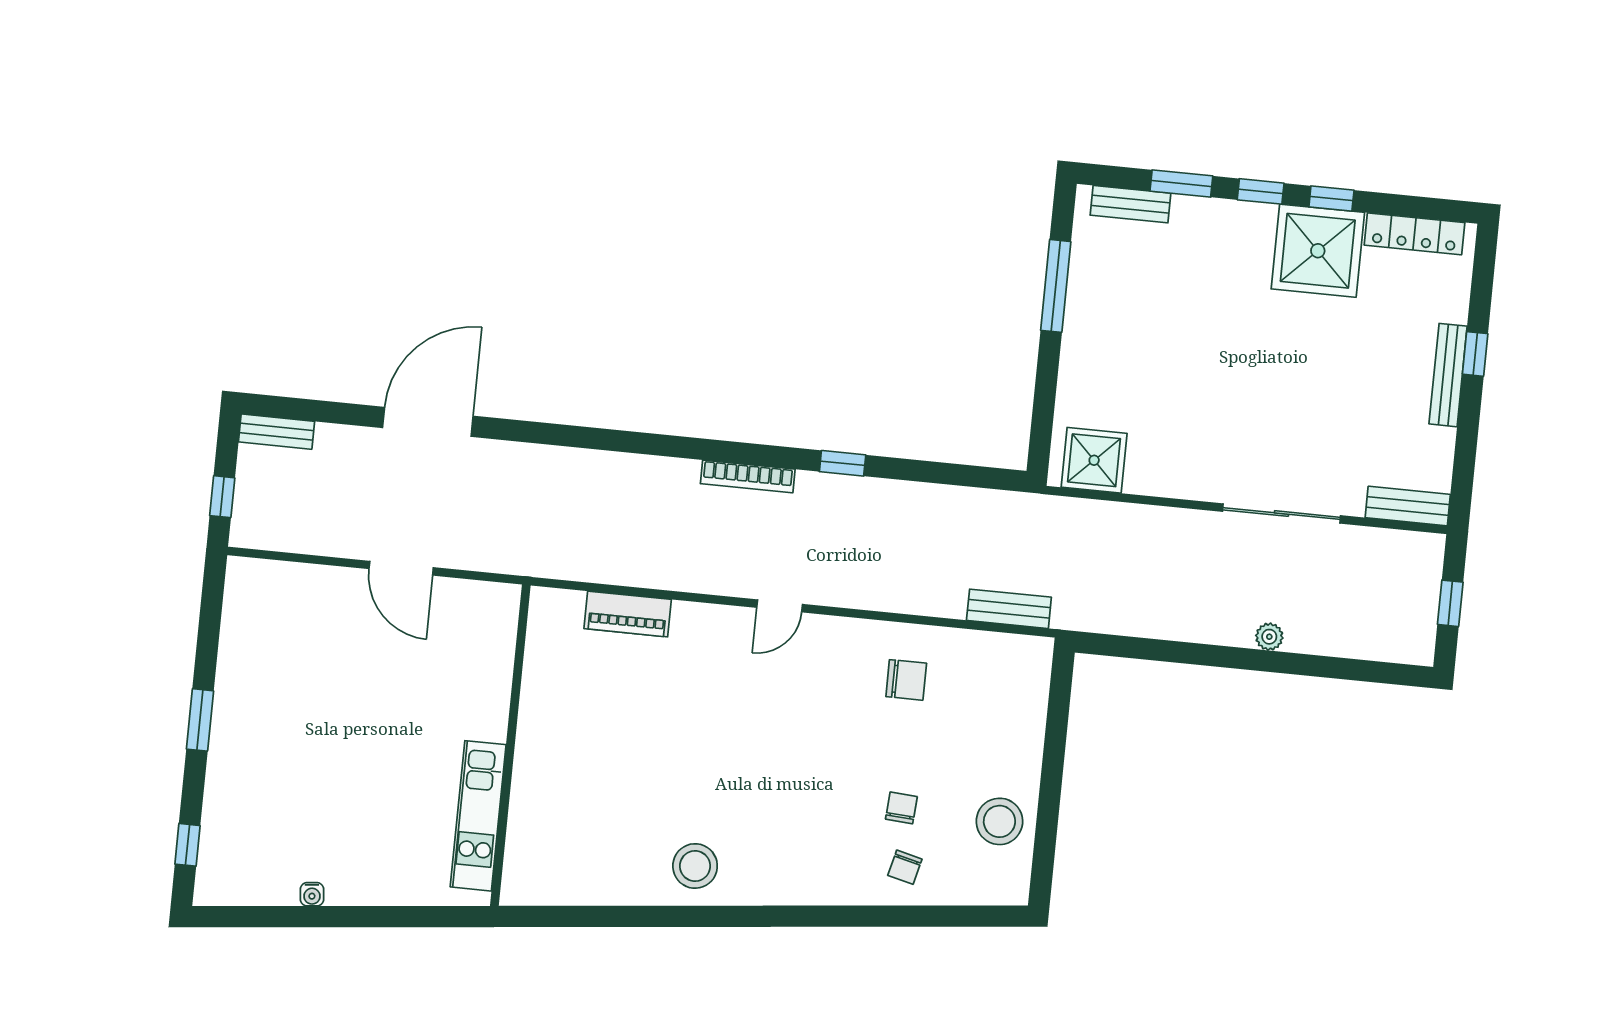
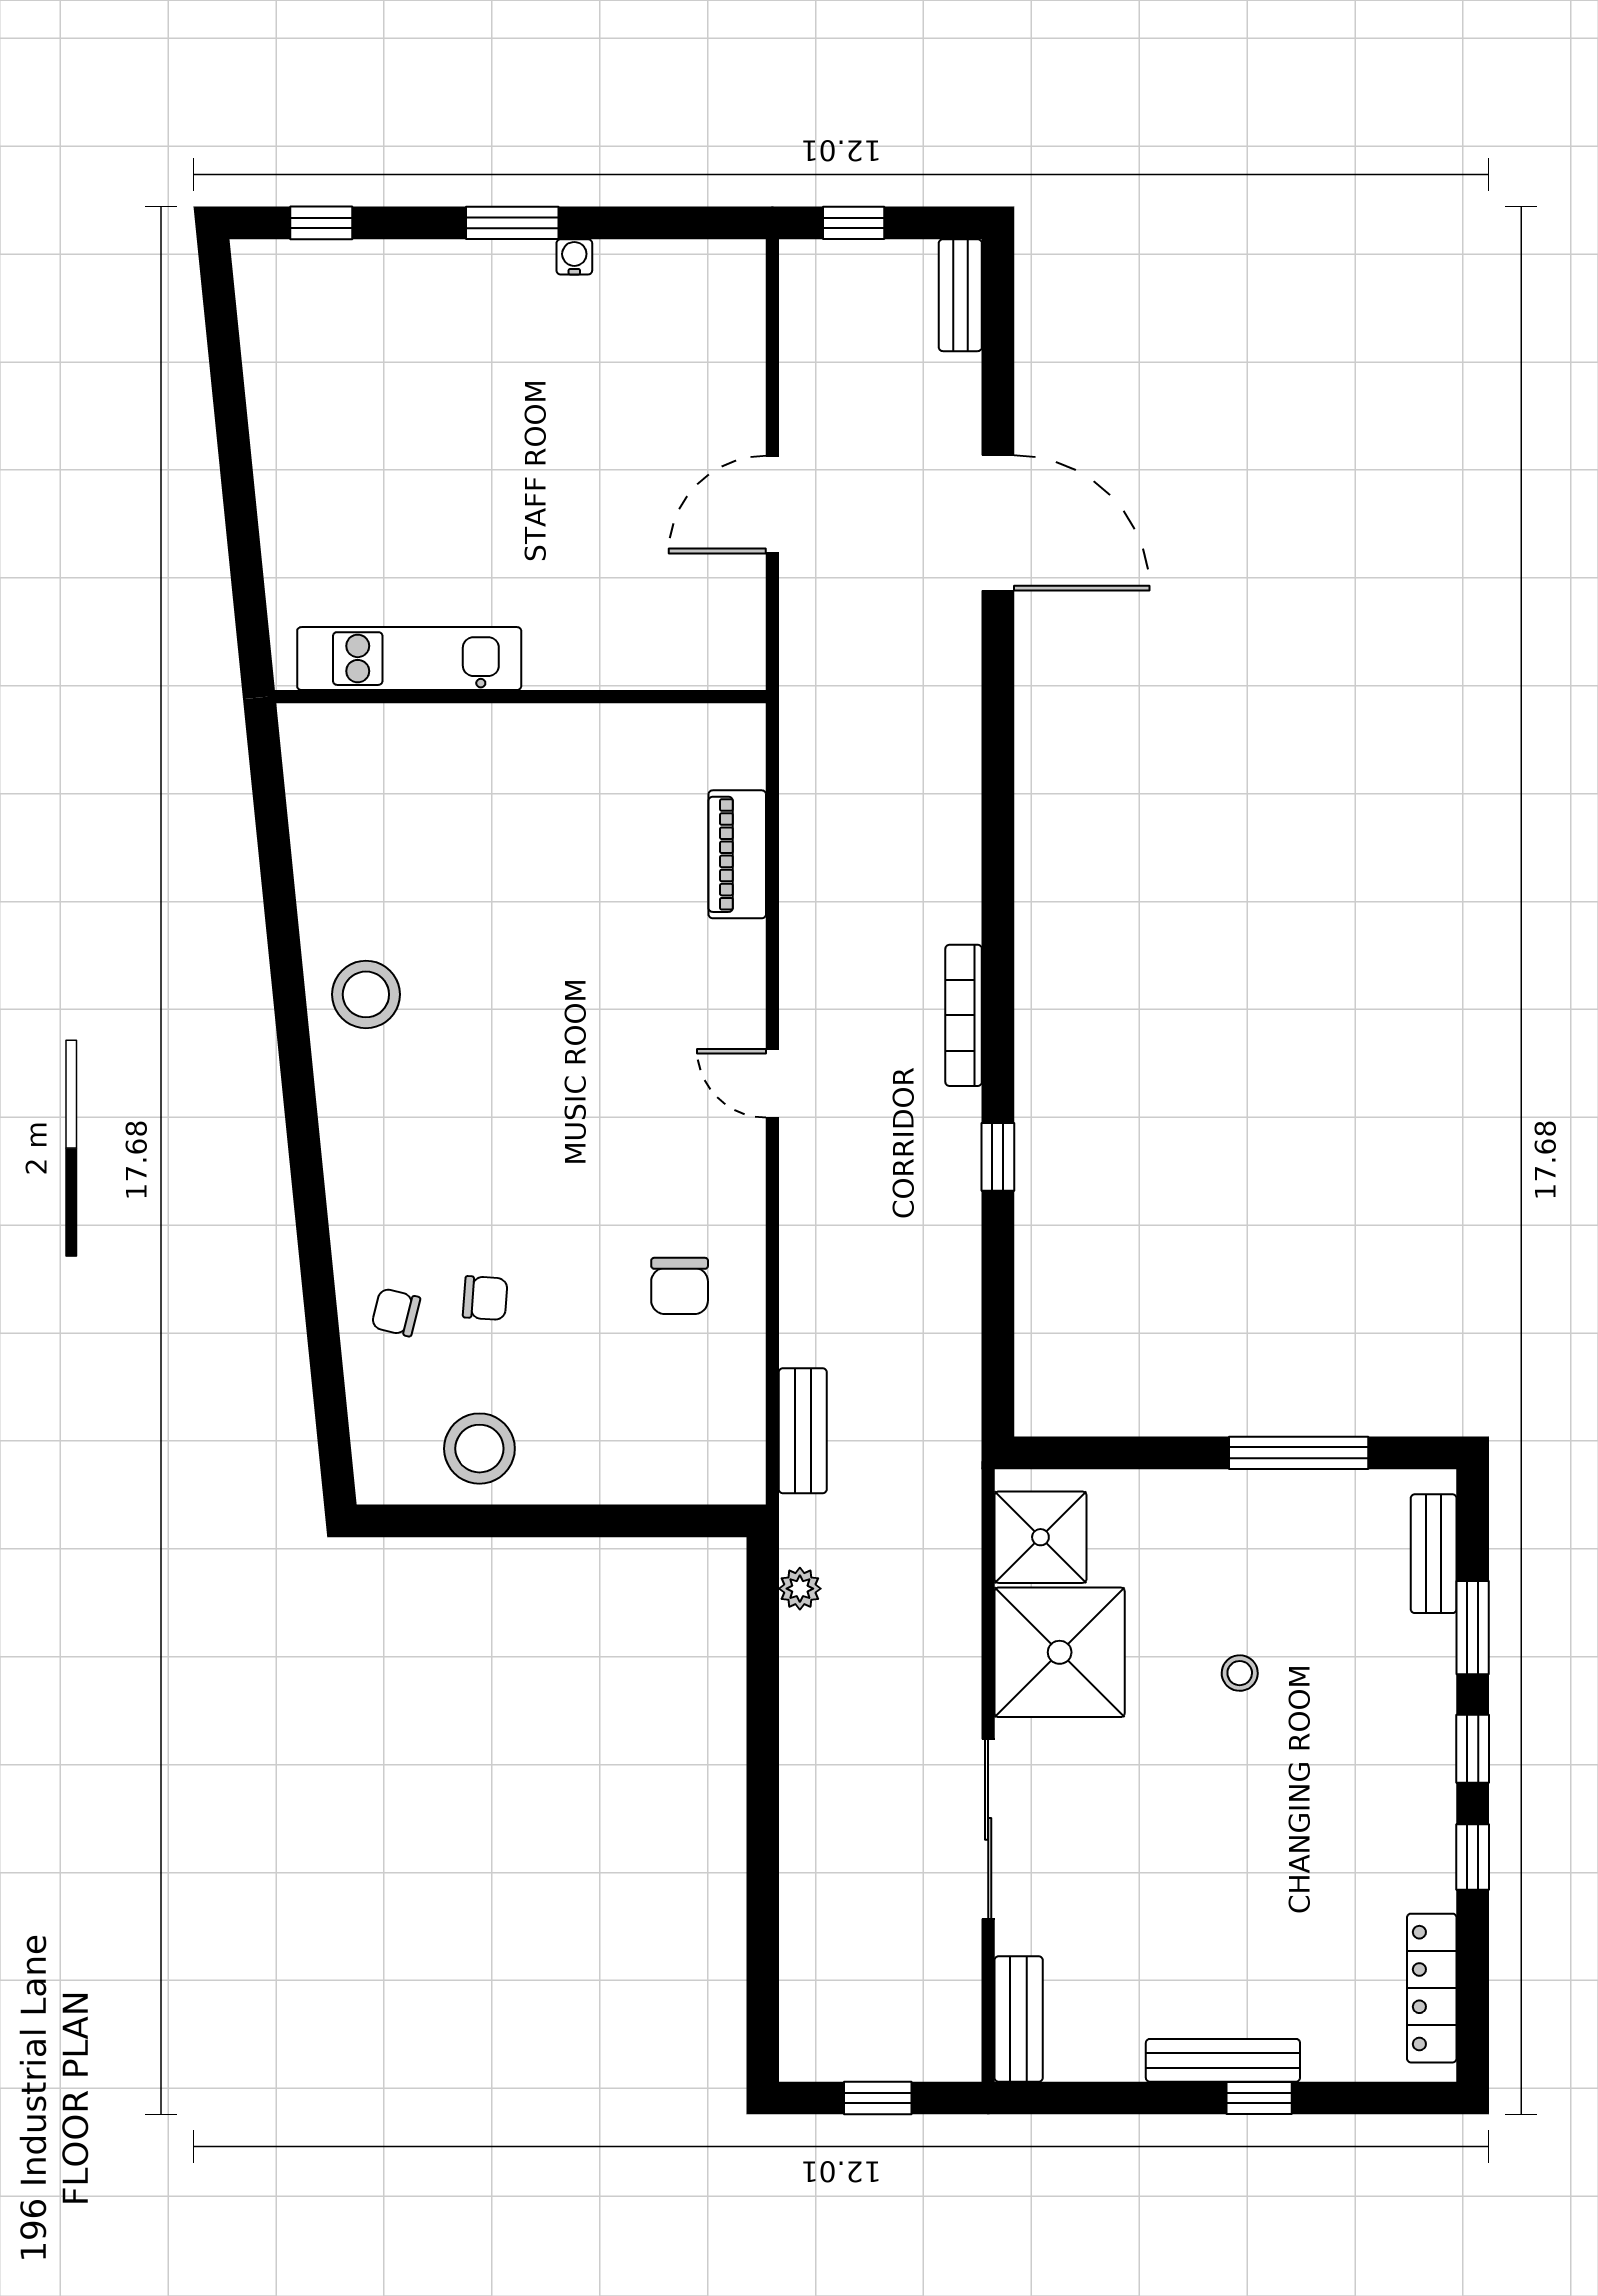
shower: (1318, 251) -> (1060, 1652), moved
stool: (1196, 339) -> (1240, 1673), added
plant: (1269, 637) -> (800, 1589), moved
water cooler: (312, 894) -> (574, 257), moved, turned 96

